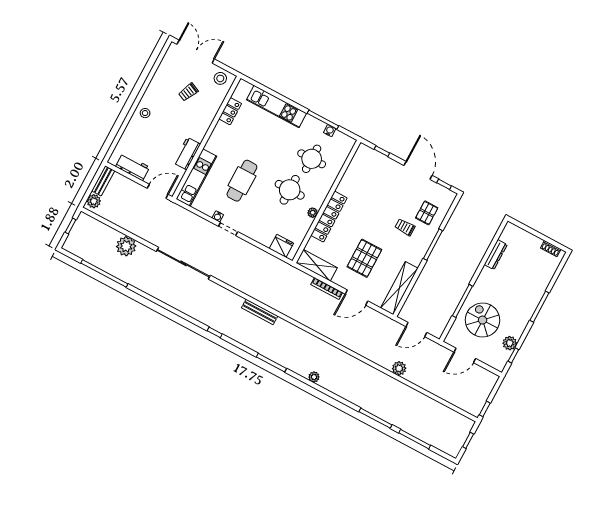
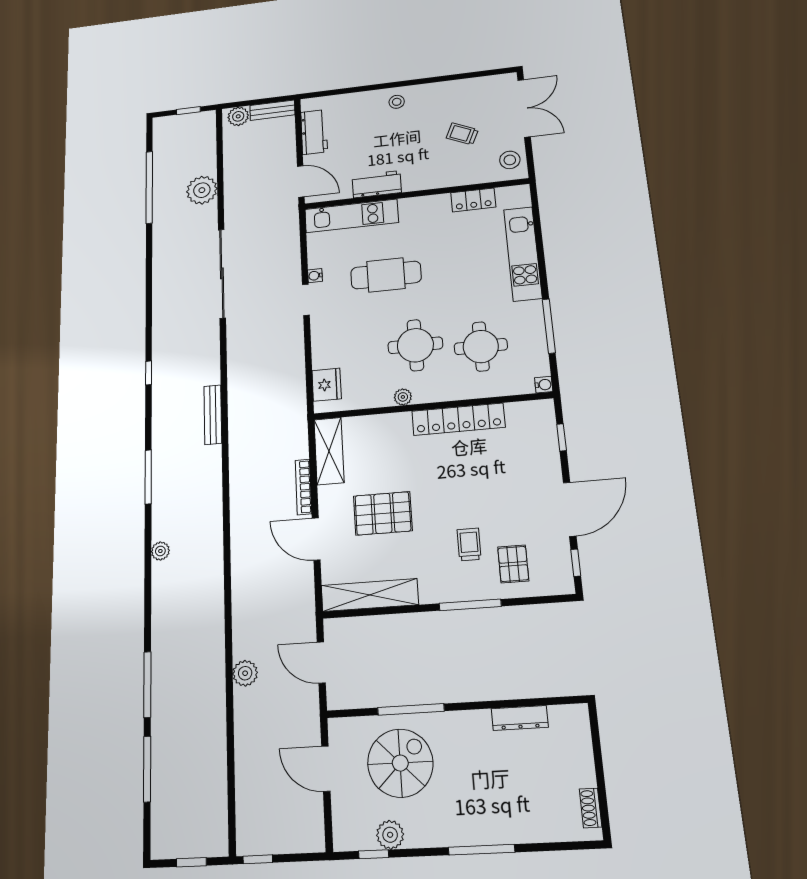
water cooler: (330, 131) -> (544, 385), moved
pallet: (427, 213) -> (513, 564), turned 90
locker: (329, 217) -> (458, 419), moved

